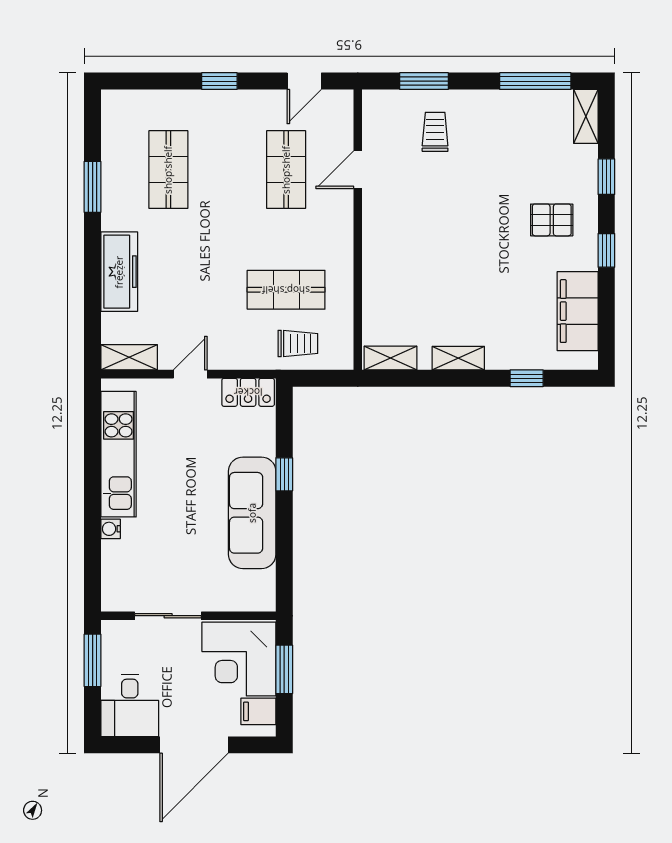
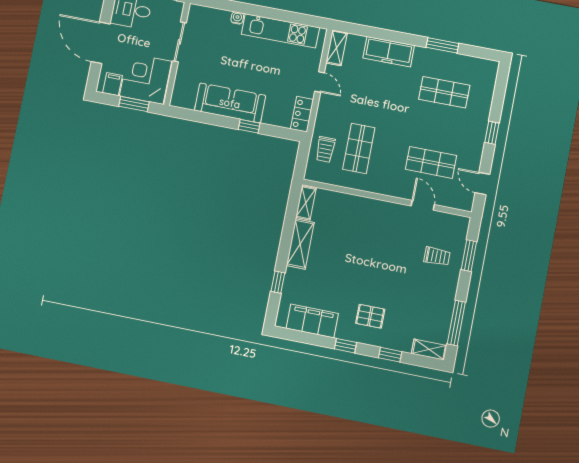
pallet: (552, 220) -> (370, 316), turned 90
shelving: (458, 358) -> (300, 244), width x1.50, depth x1.33

